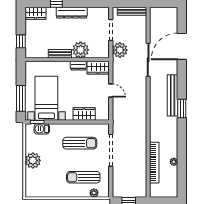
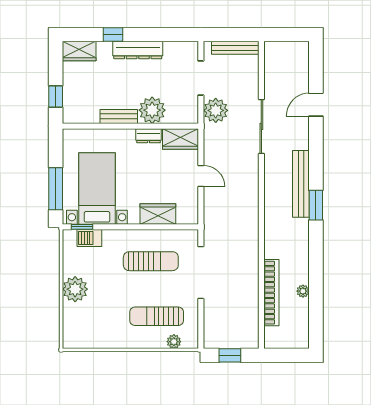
door: (182, 46) -> (316, 105), width x0.53

